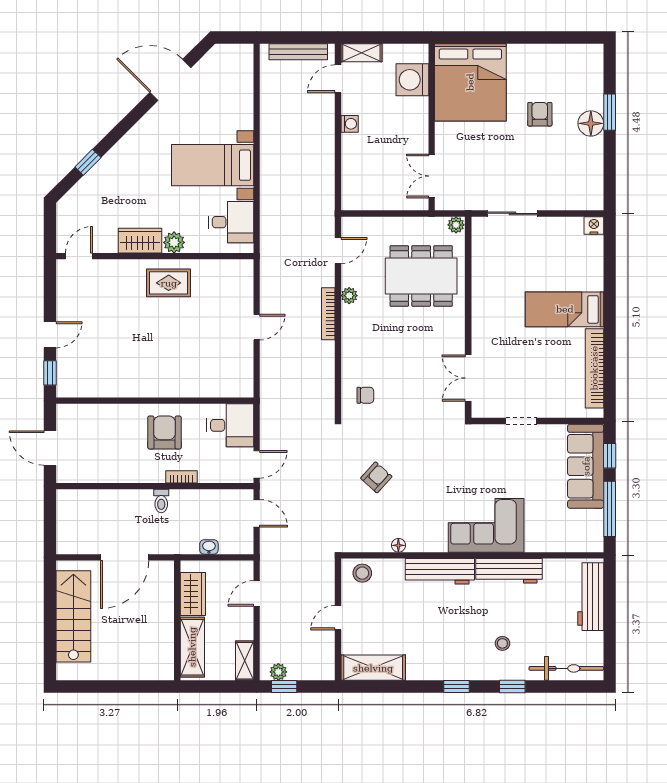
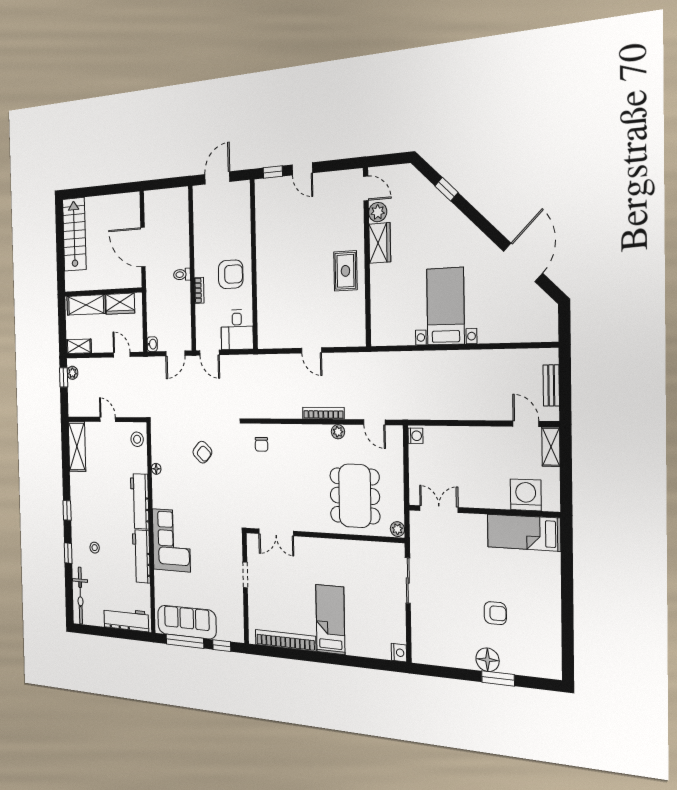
bench: (298, 52) -> (551, 385), width x0.73
bed: (470, 82) -> (524, 533), width x0.49
washing machine: (350, 124) -> (415, 436), moved, turned -90
desk: (231, 222) -> (397, 325), removed
plant: (174, 242) -> (378, 212), moved
double door: (468, 378) -> (276, 532), swing flipped
sofa: (586, 466) -> (187, 622), moved
washbasin: (209, 547) -> (152, 344), moved
stairs: (73, 616) -> (74, 234), moved, turned -90

